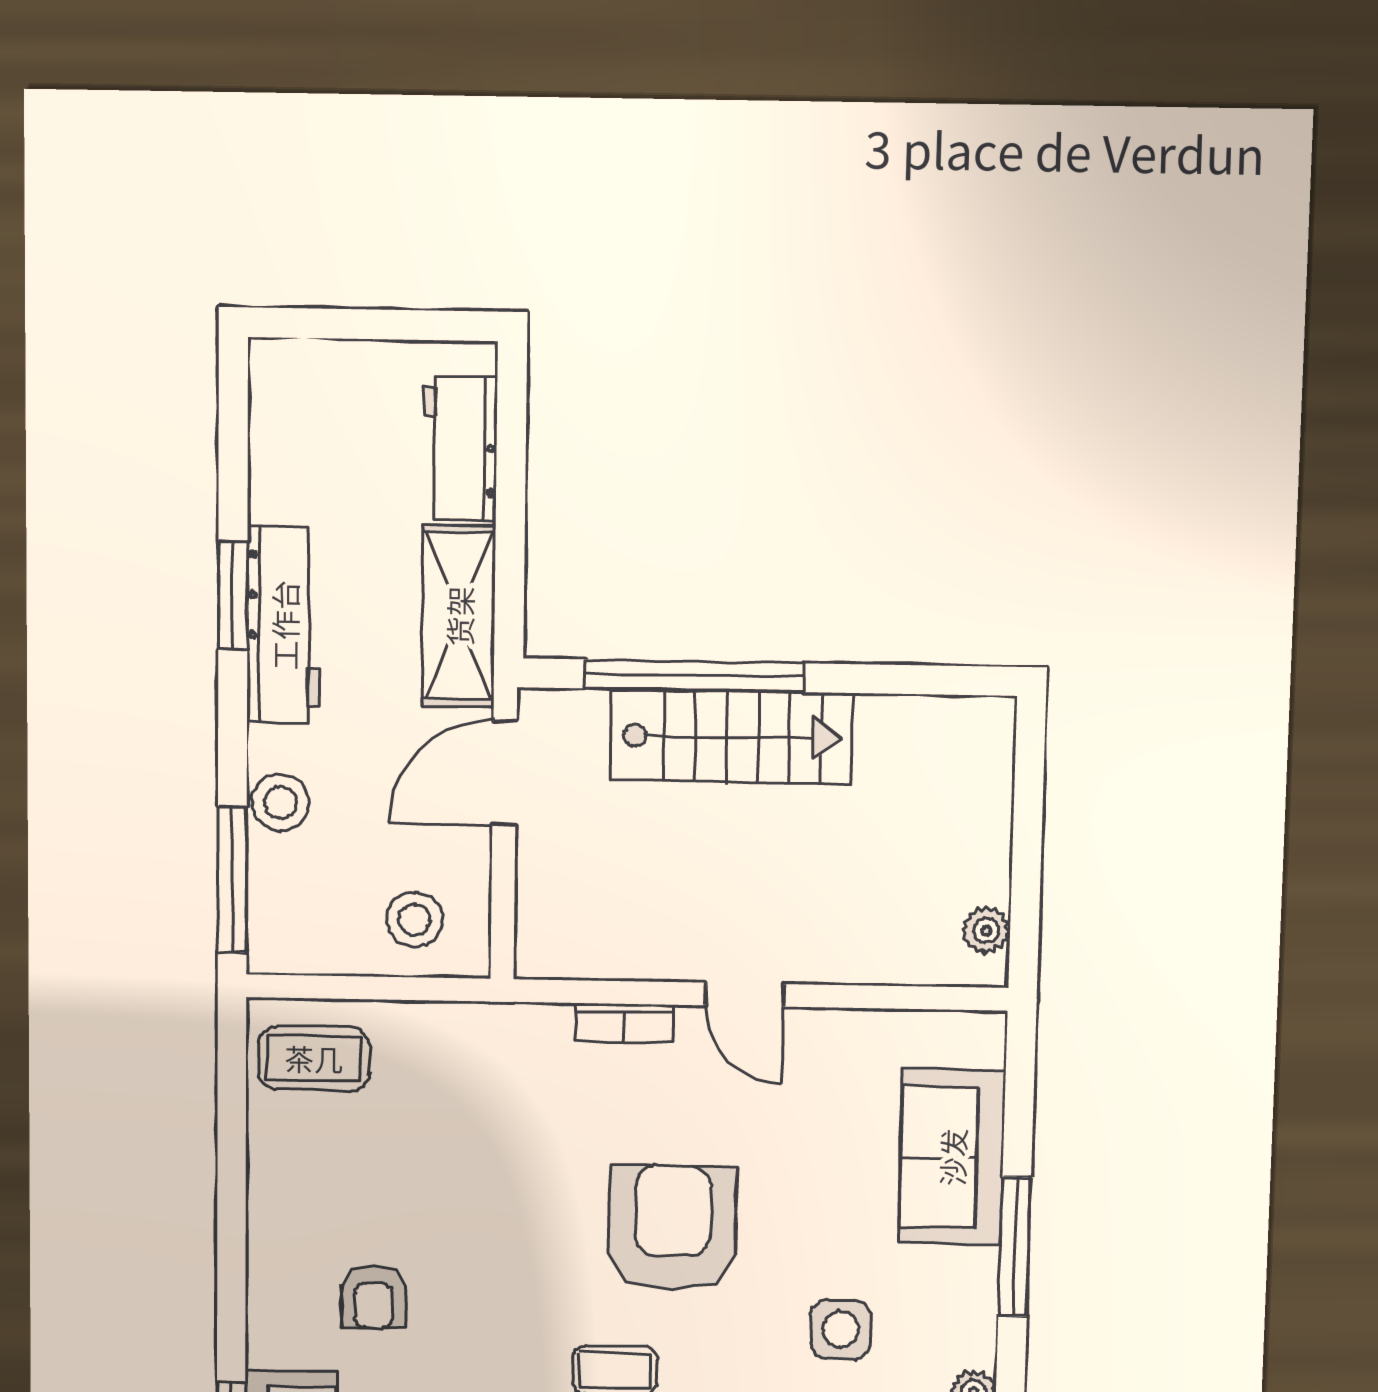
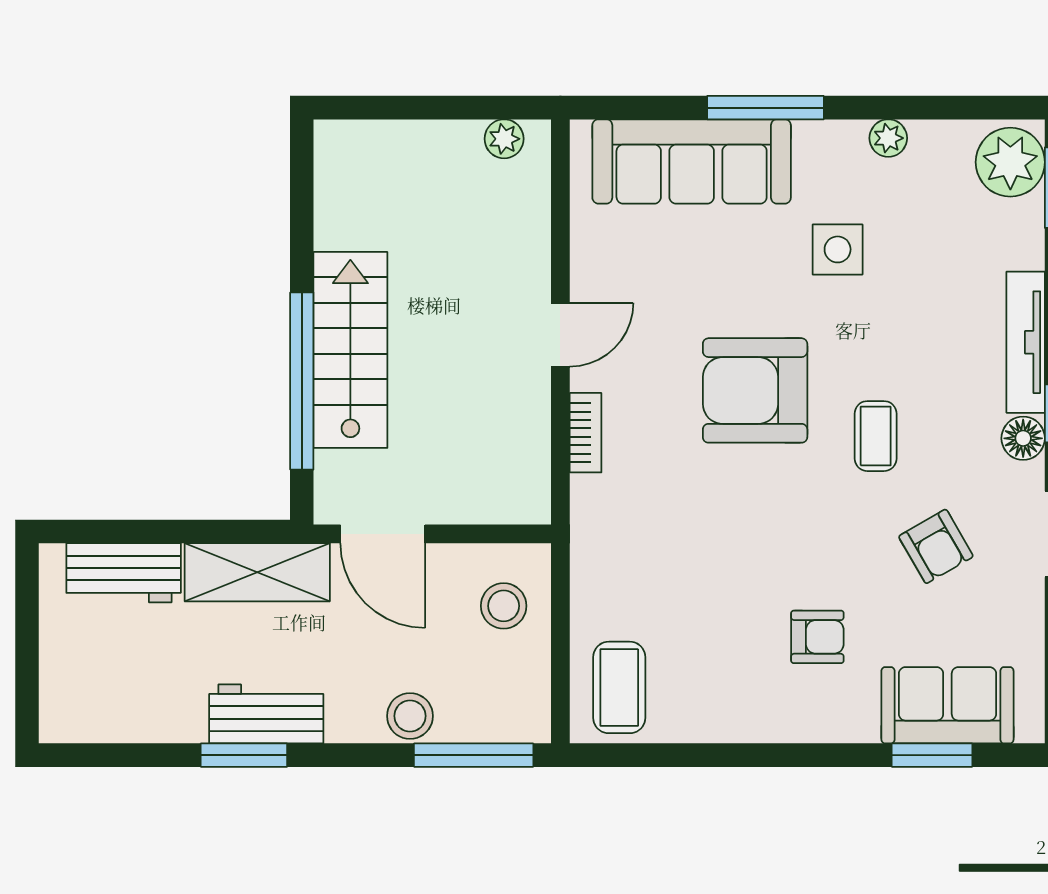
workbench: (284, 625) -> (266, 714), width x0.73
sofa: (952, 1157) -> (692, 161), width x1.36

